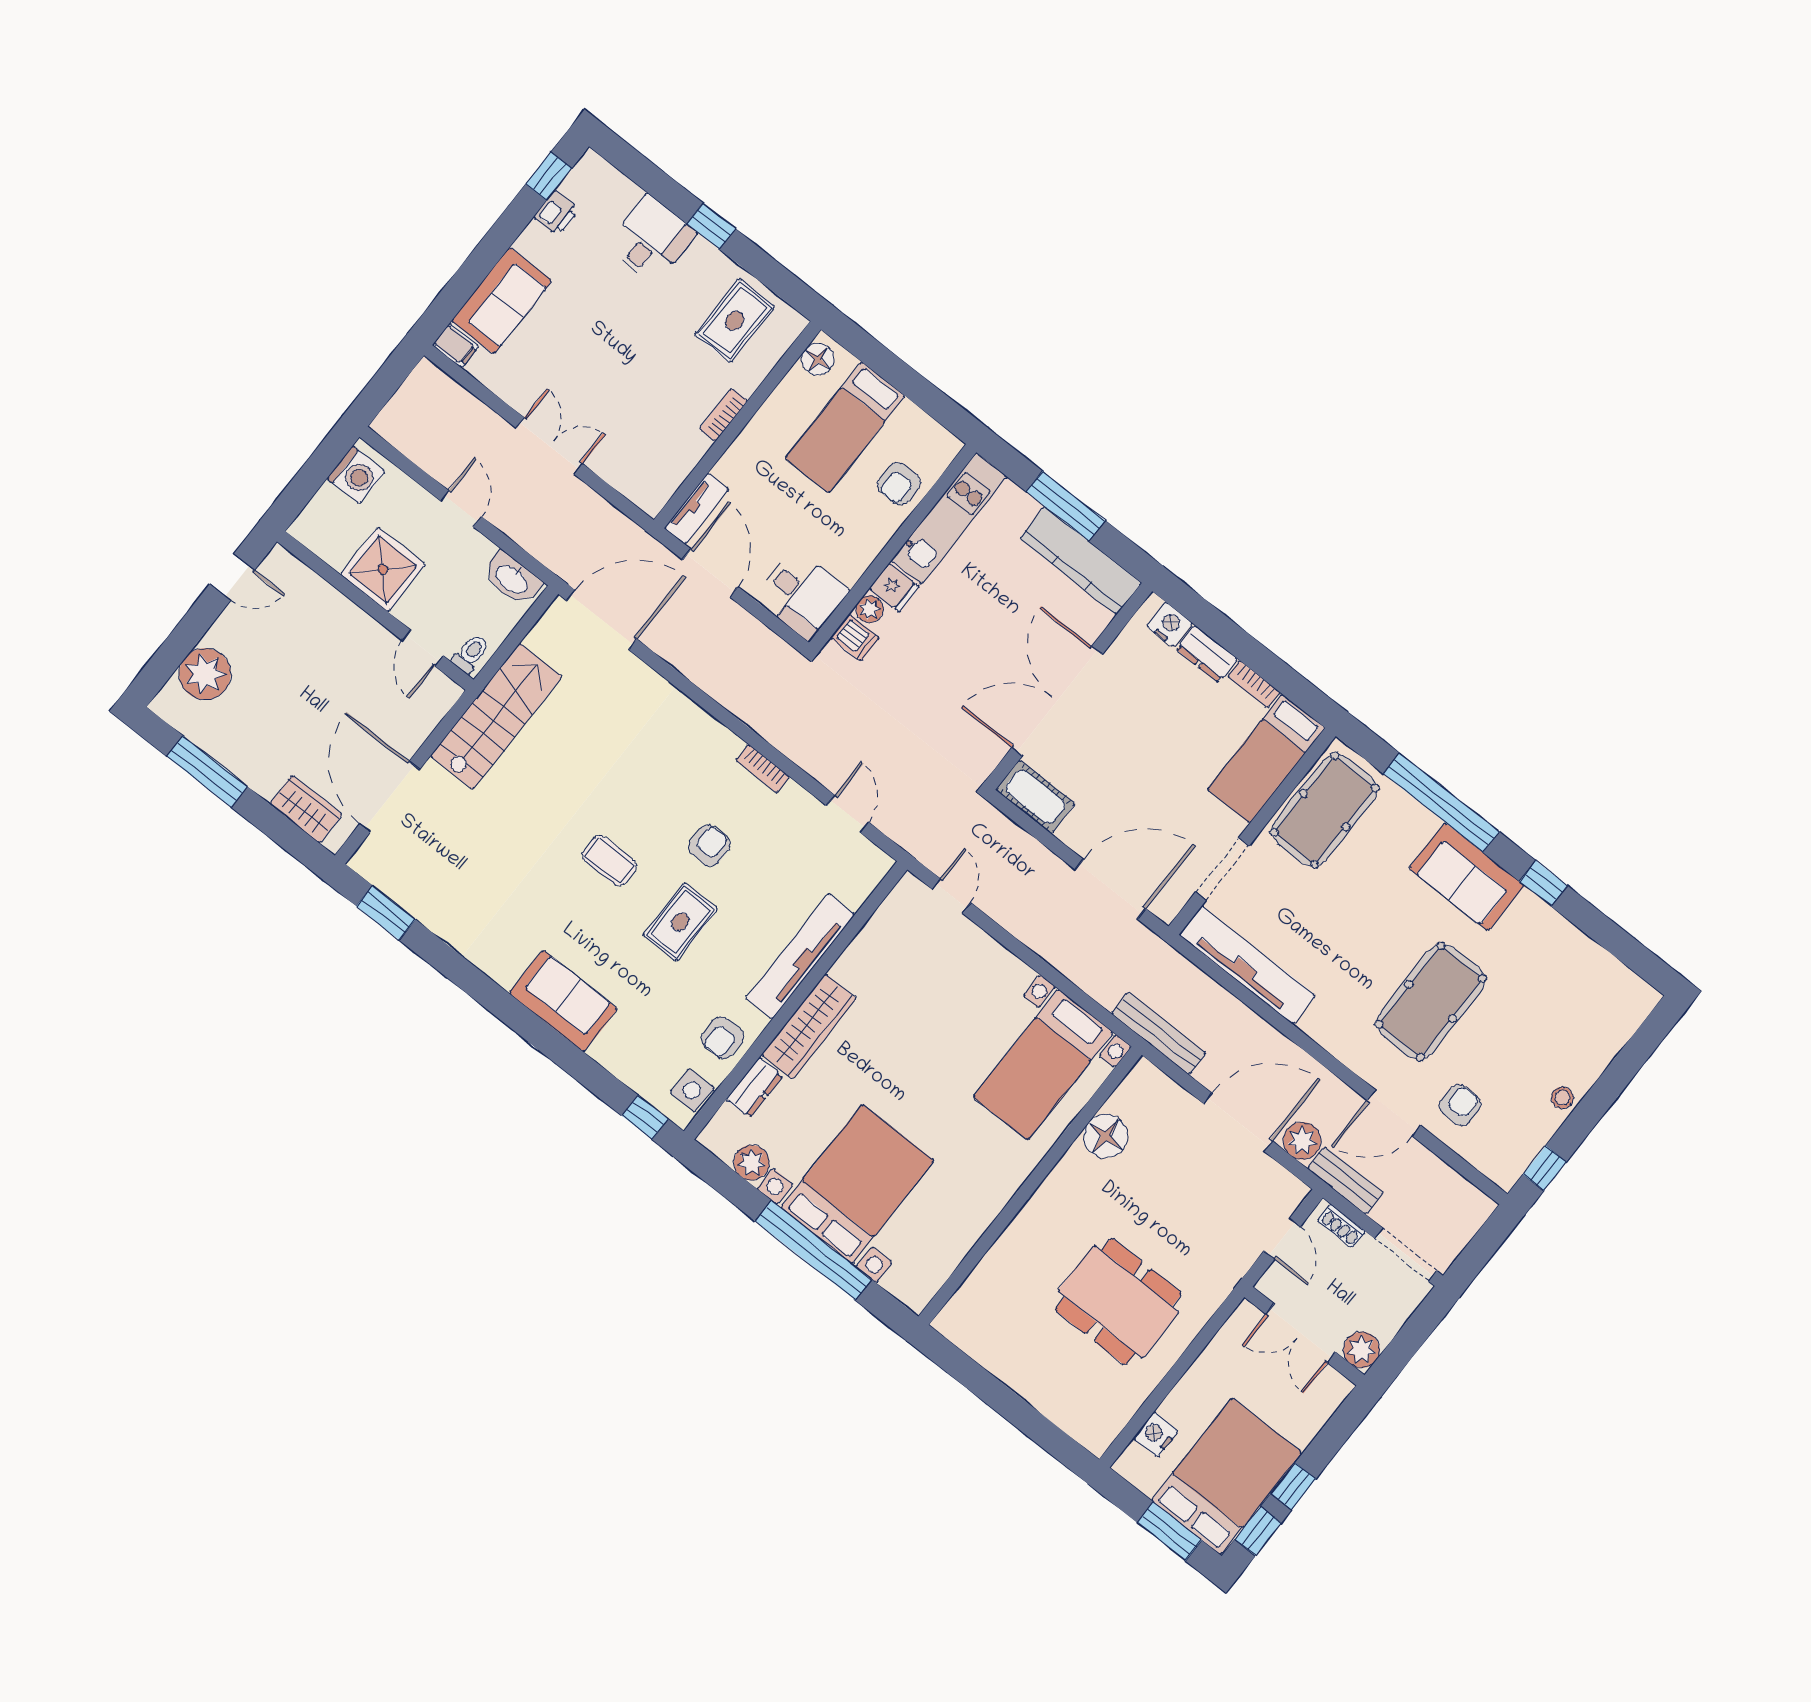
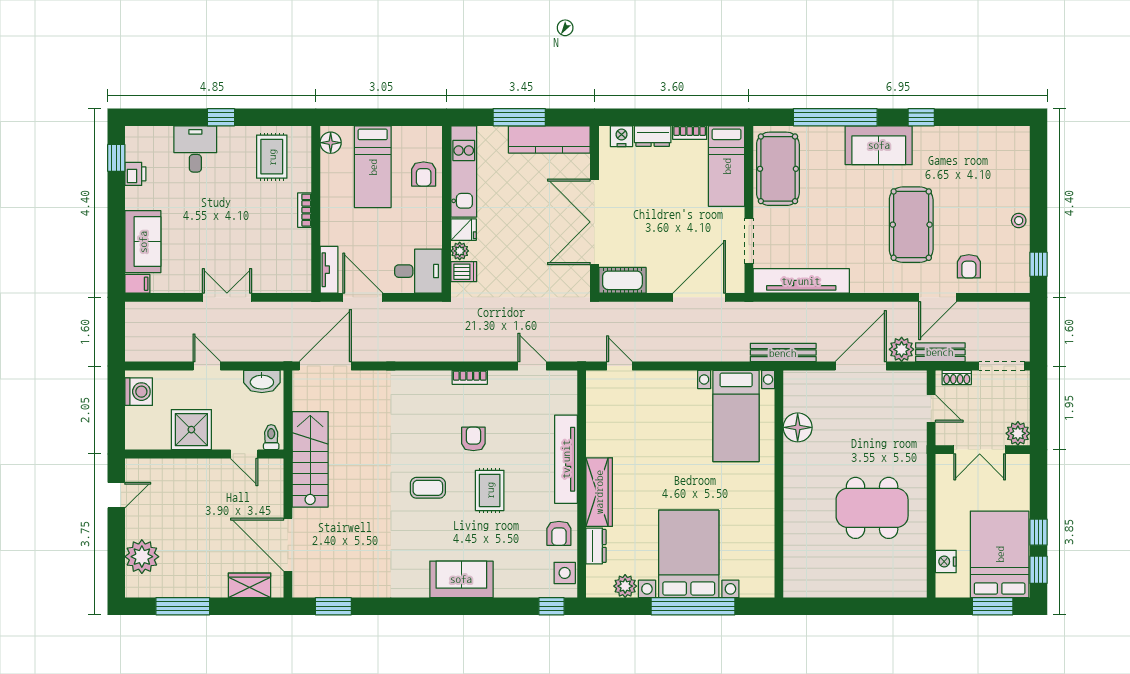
armchair: (1460, 1105) -> (969, 266), turned 180

